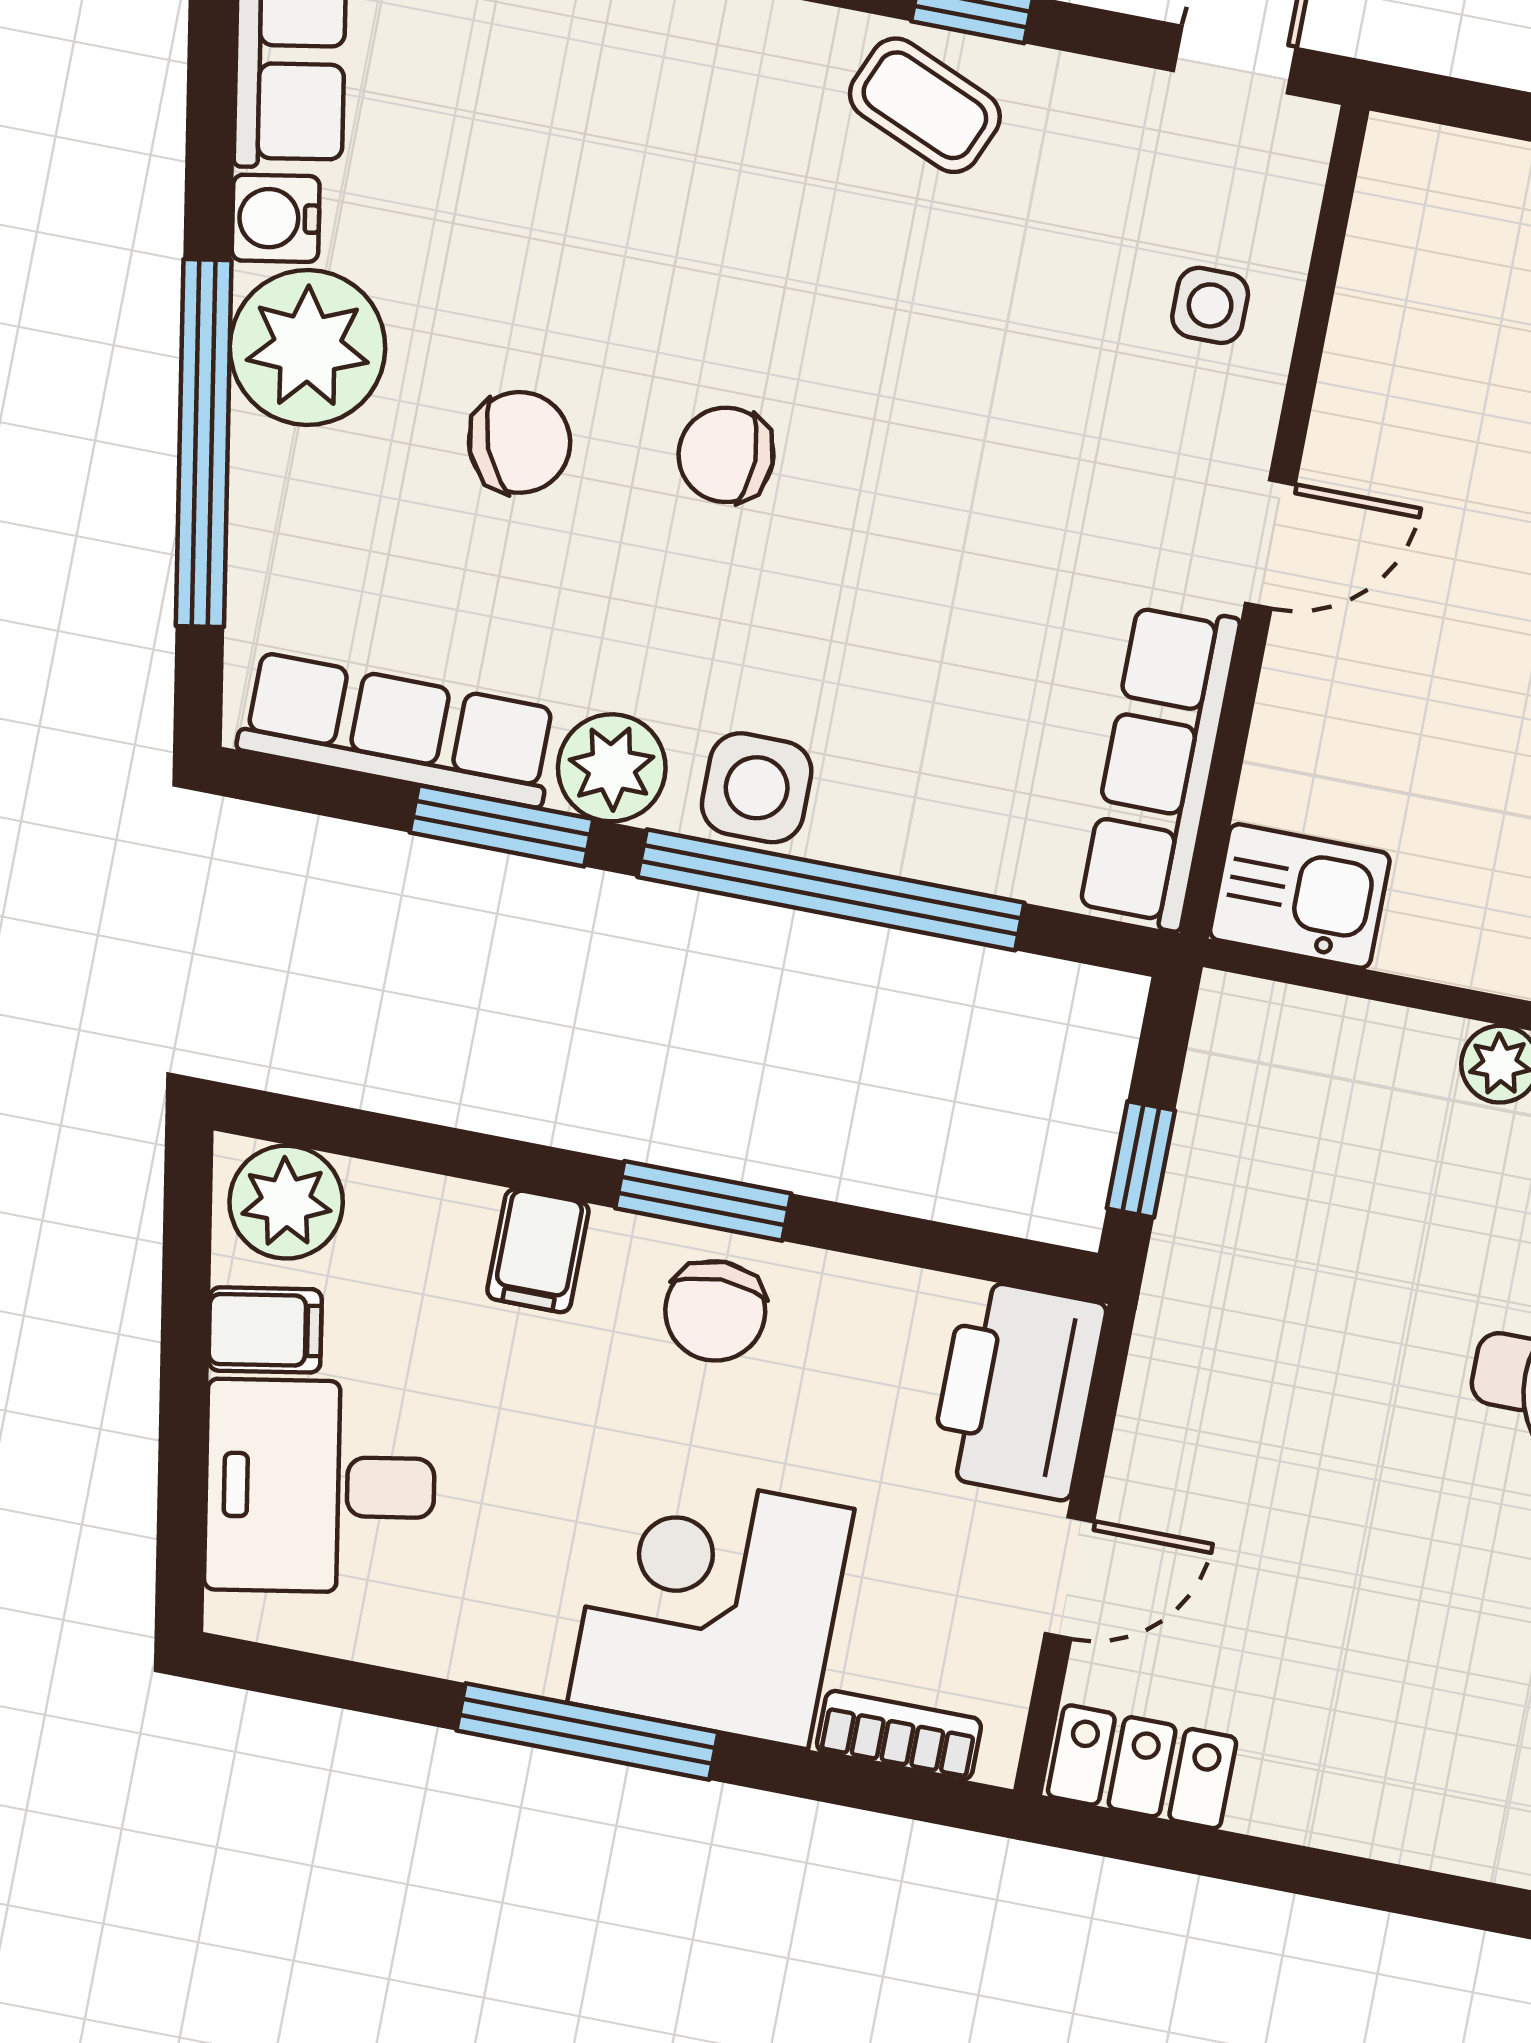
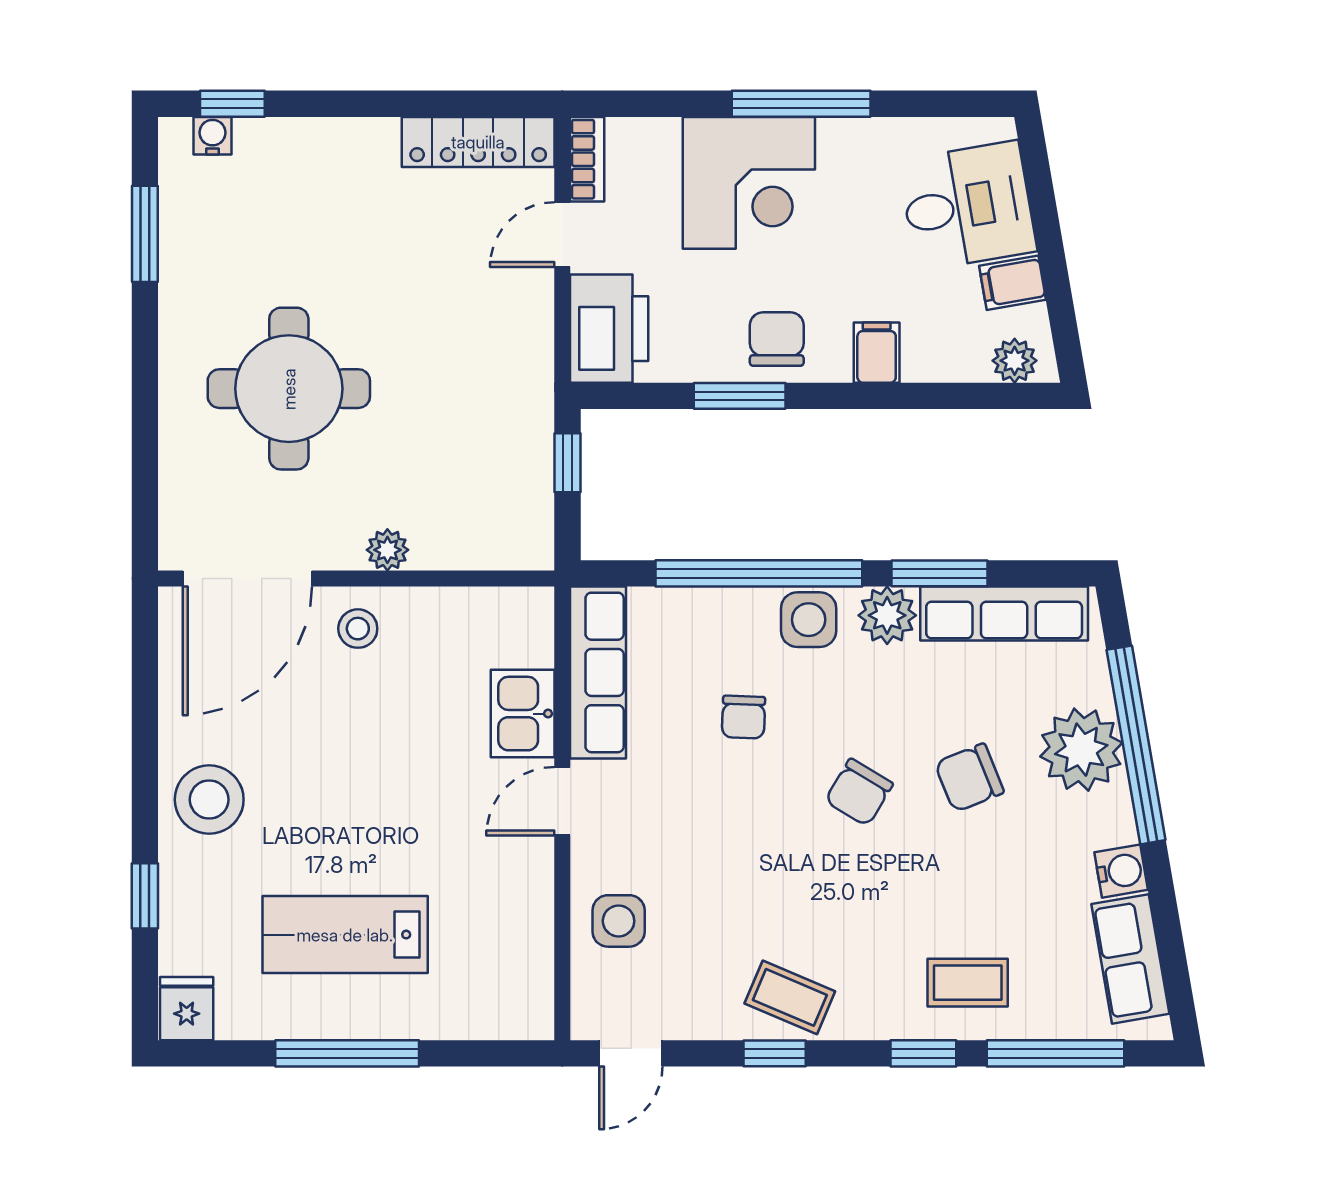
coffee table: (595, 69) -> (968, 983), added
side table: (1210, 305) -> (619, 921), width x1.37, depth x1.37
plant: (308, 347) -> (1081, 750), moved
chair: (726, 455) -> (859, 792), turned 121
chair: (910, 633) -> (744, 717), added
kitchen sink: (1300, 896) -> (523, 714), moved, turned 90
window: (703, 1201) -> (740, 396), moved
plant: (286, 1202) -> (1015, 361), width x0.73, depth x0.73
bookcase: (899, 1735) -> (587, 159), moved, turned -90
locker: (1142, 1767) -> (478, 142), width x1.53

